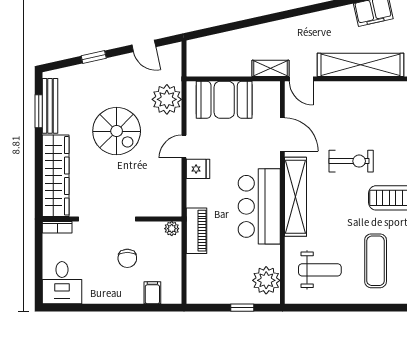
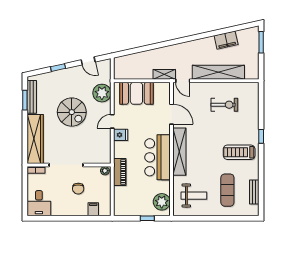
exercise bike: (351, 161) -> (224, 105), moved

